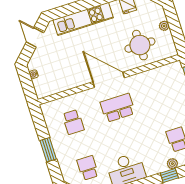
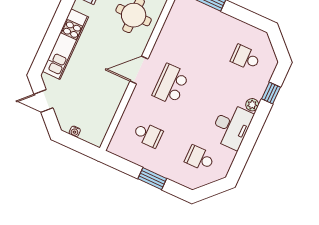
door: (109, 80) -> (139, 70), width x0.73
plant: (172, 164) -> (252, 105), moved

